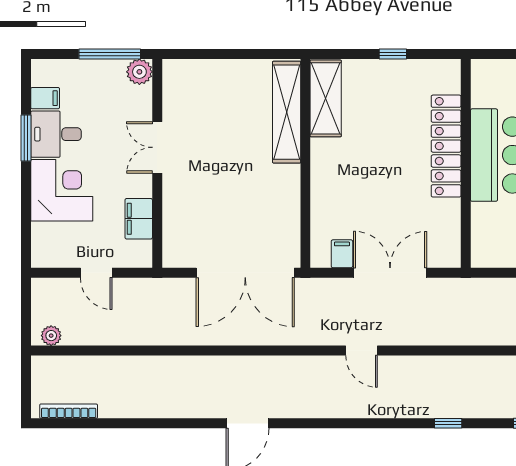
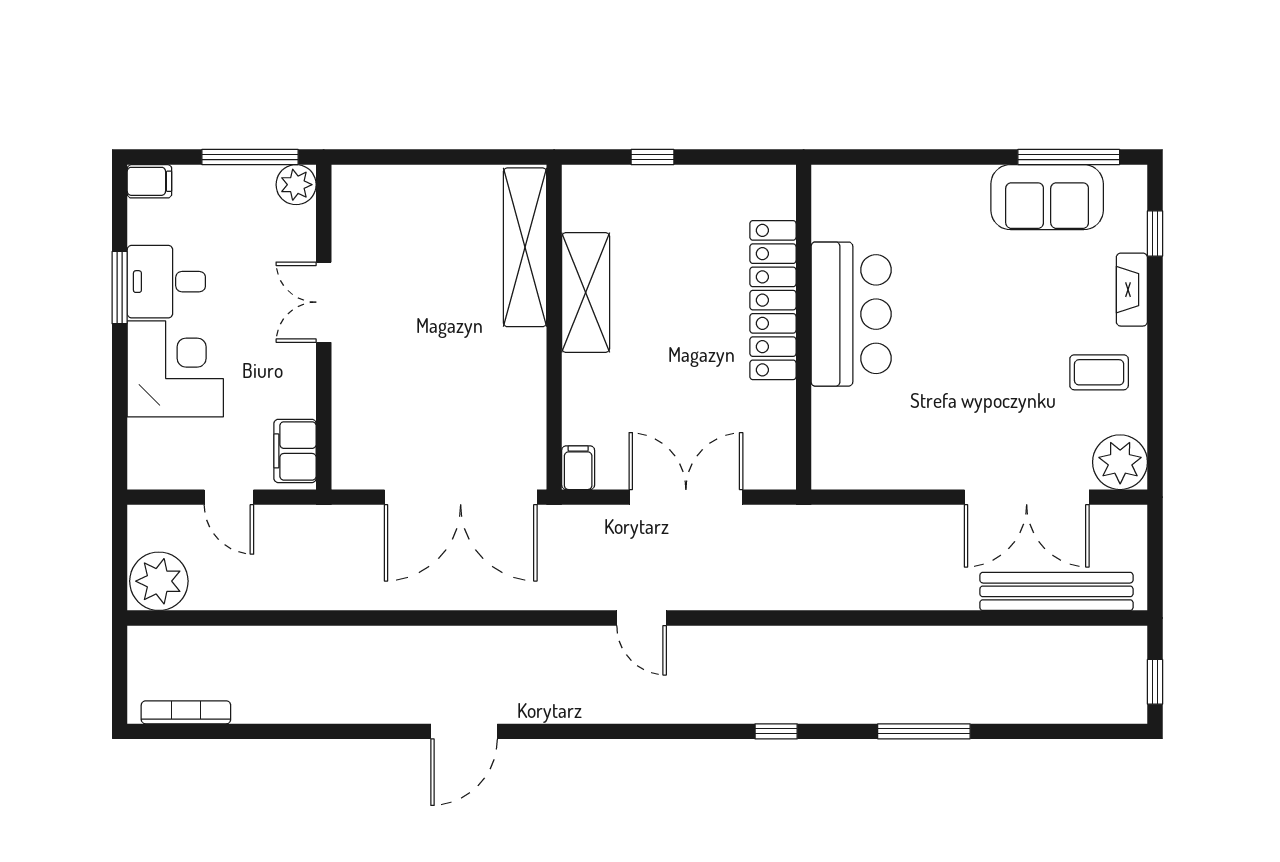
window: (393, 54) -> (652, 157), moved
filing cabinet: (45, 98) -> (149, 181), moved
shelving: (326, 98) -> (586, 292), moved
filing cabinet: (139, 219) -> (295, 451), moved
filing cabinet: (342, 254) -> (578, 468), moved
plant: (51, 336) -> (159, 581), width x1.87, depth x1.87

